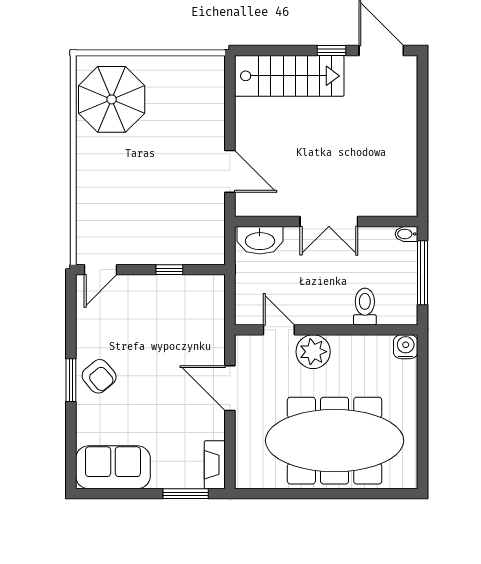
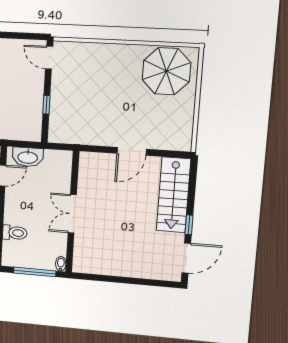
door: (230, 171) -> (132, 151), moved
washbasin: (260, 240) -> (28, 157), moved, turned -90

